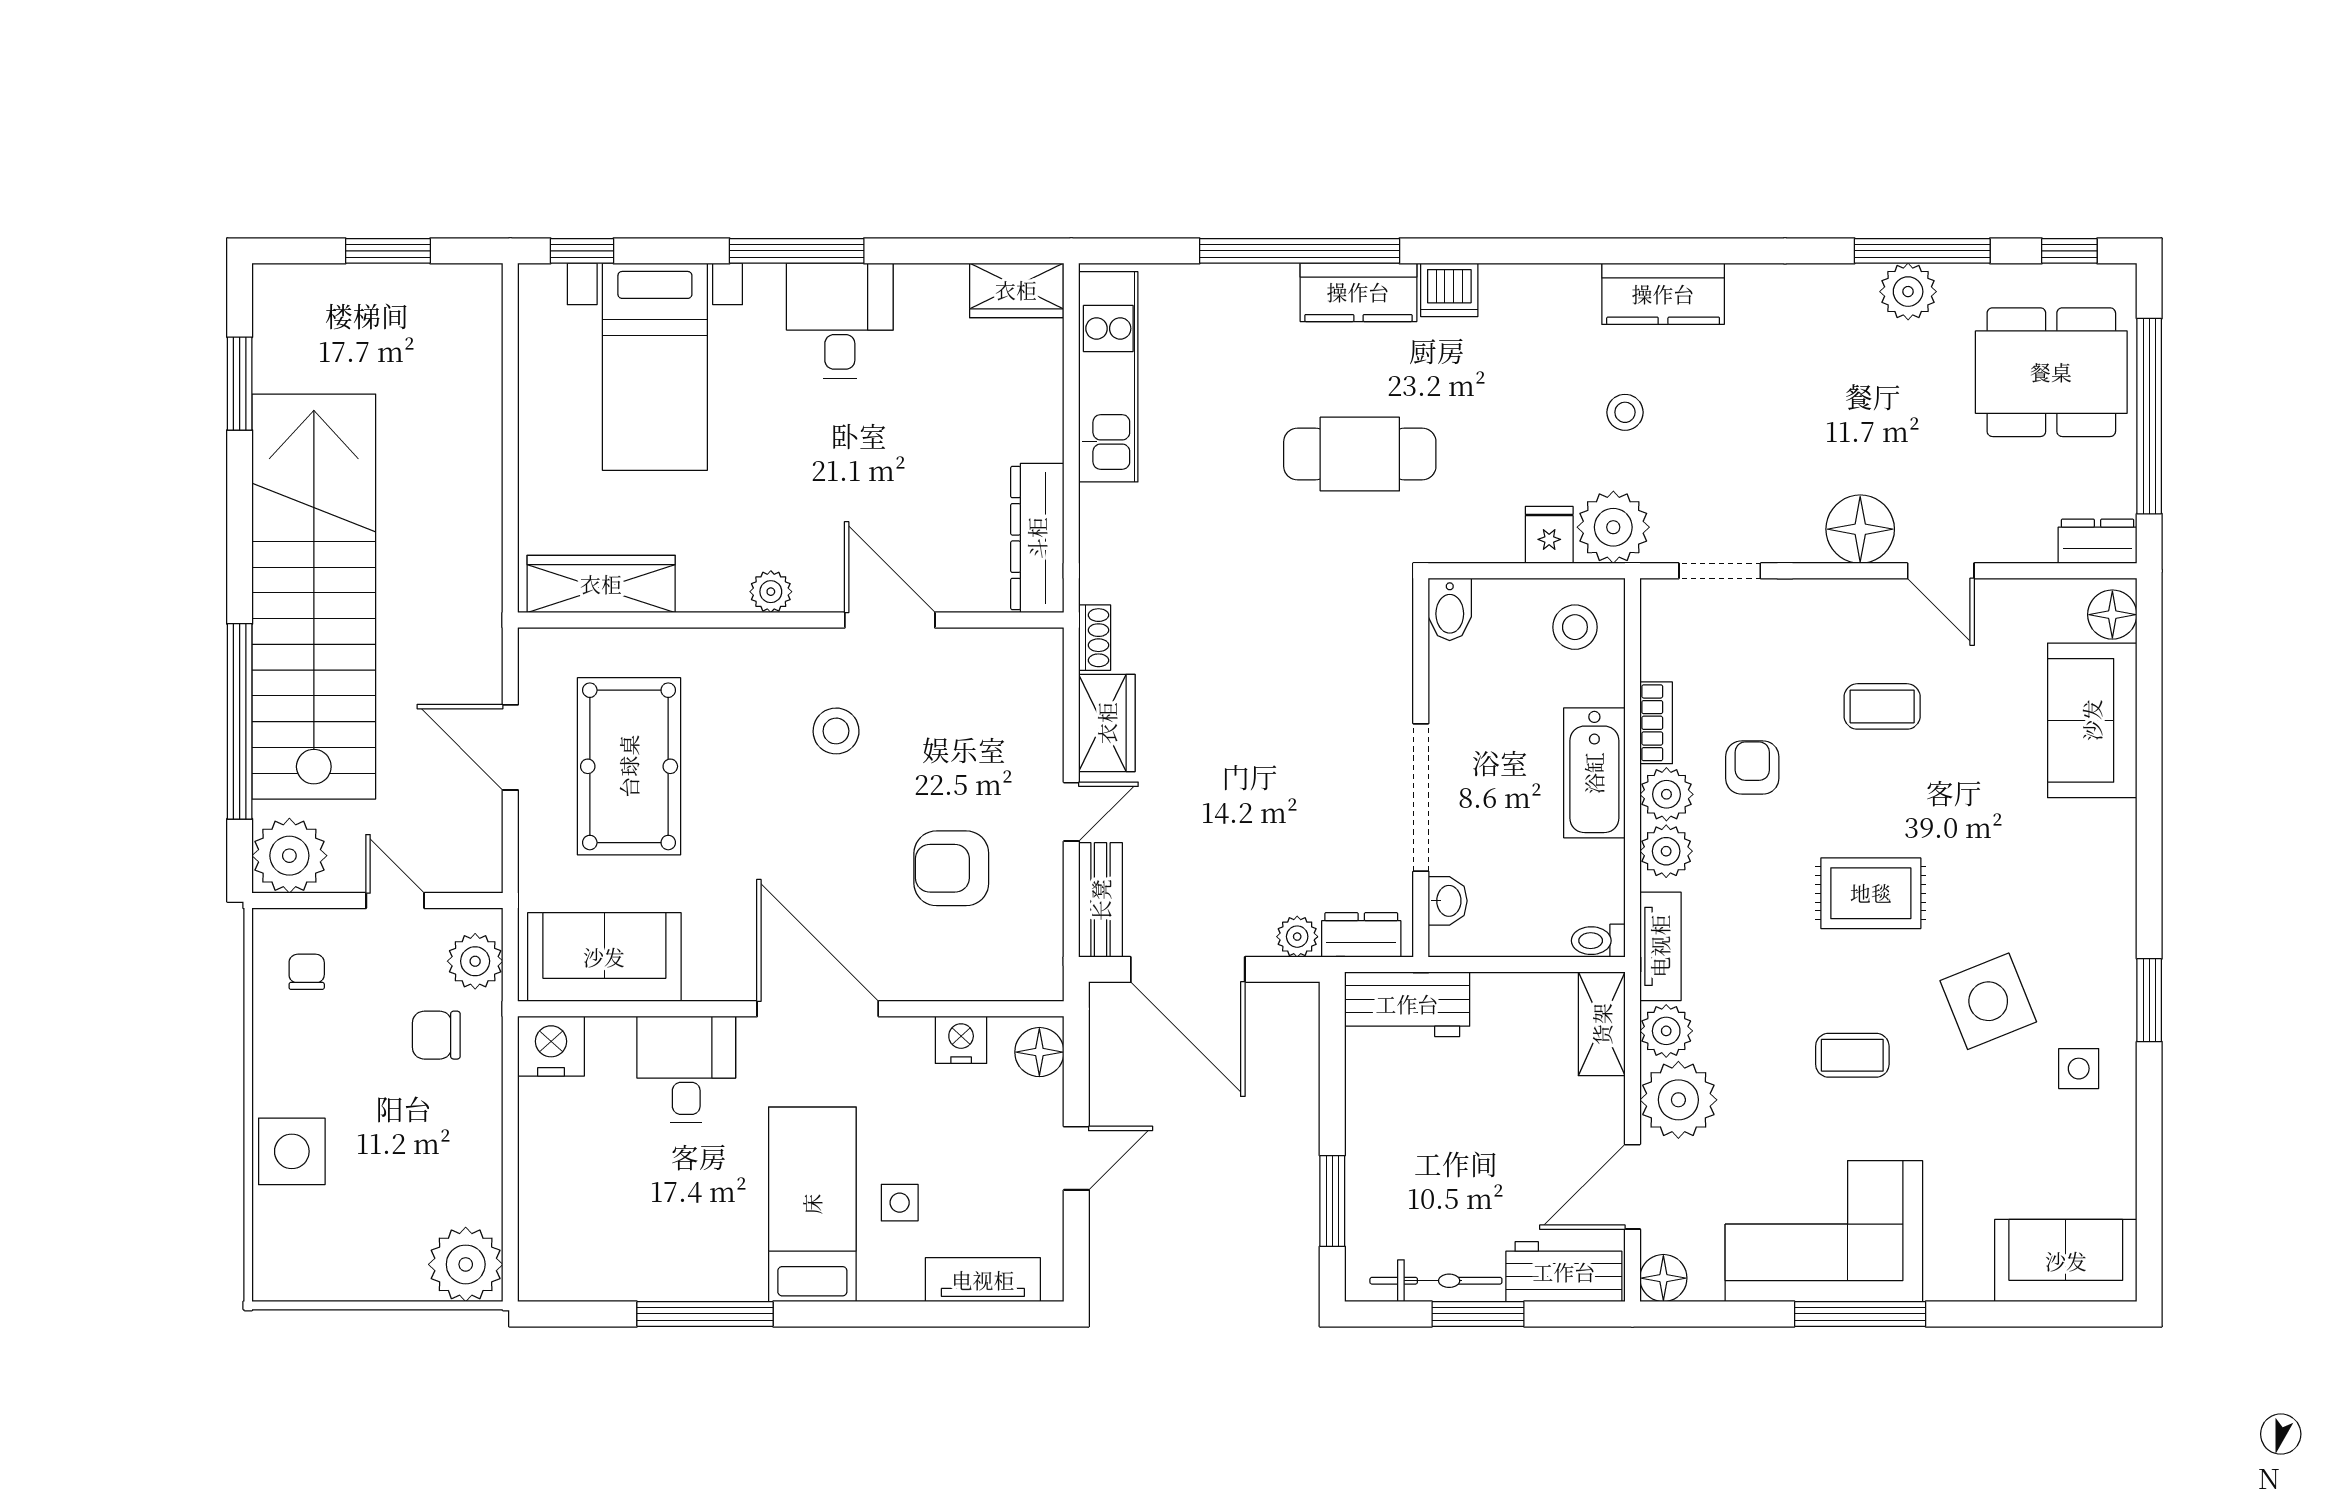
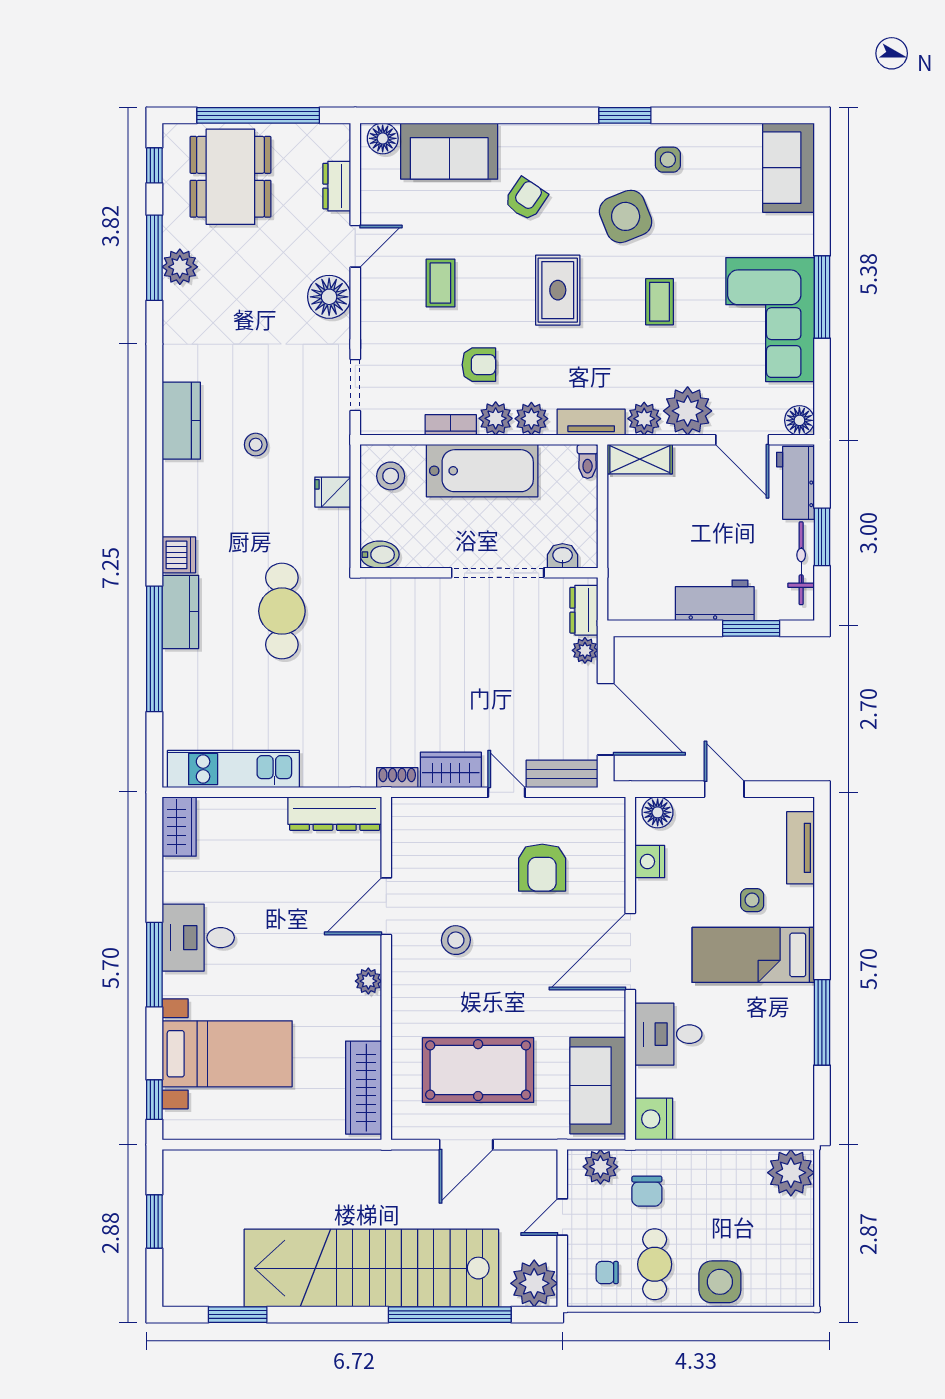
plant: (1613, 527) -> (328, 452), removed
dresser: (2098, 541) -> (337, 186), moved
armchair: (1752, 768) -> (479, 365), turned 180
bathtub: (1594, 773) -> (482, 471), width x1.36, depth x1.36
armchair: (2016, 842) -> (526, 199), added
door: (1188, 969) -> (606, 719), hinge flipped
workbench: (1407, 1004) -> (715, 600), moved, turned -90
cafe table: (320, 1048) -> (655, 1264), added

